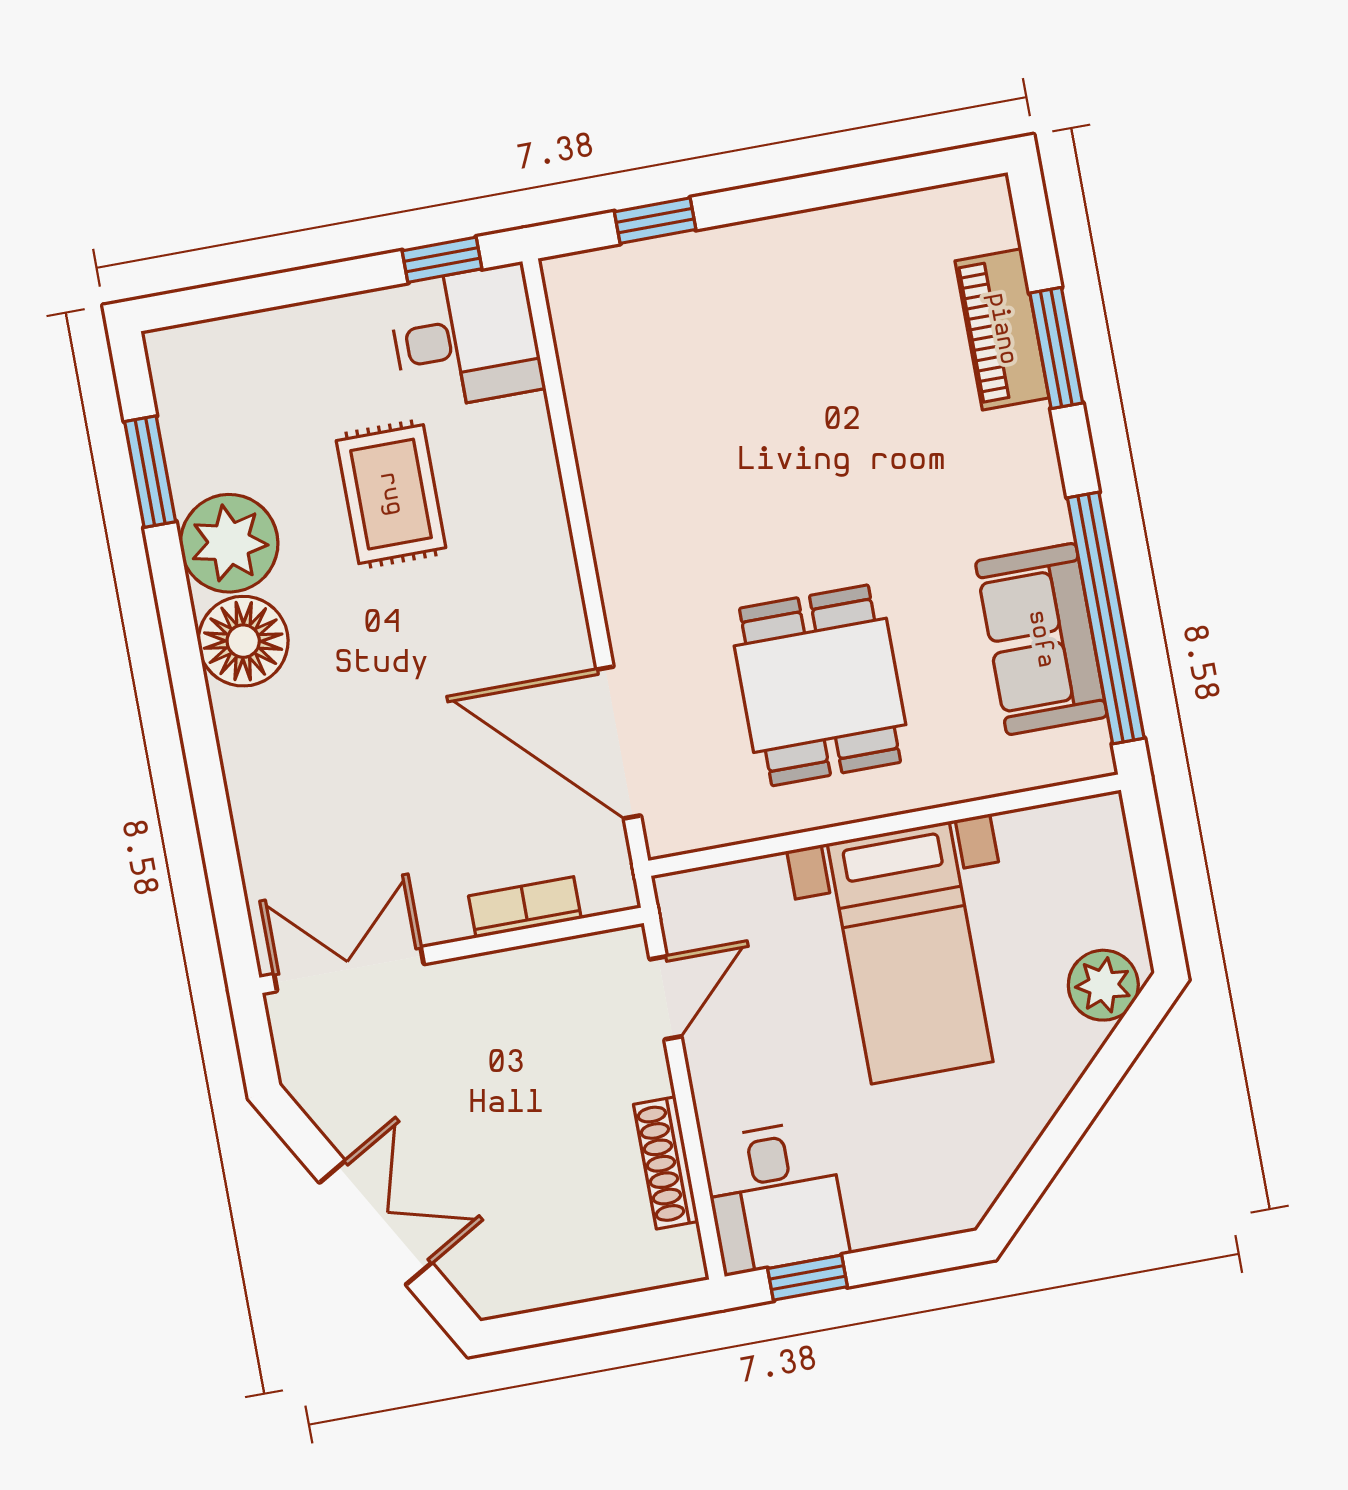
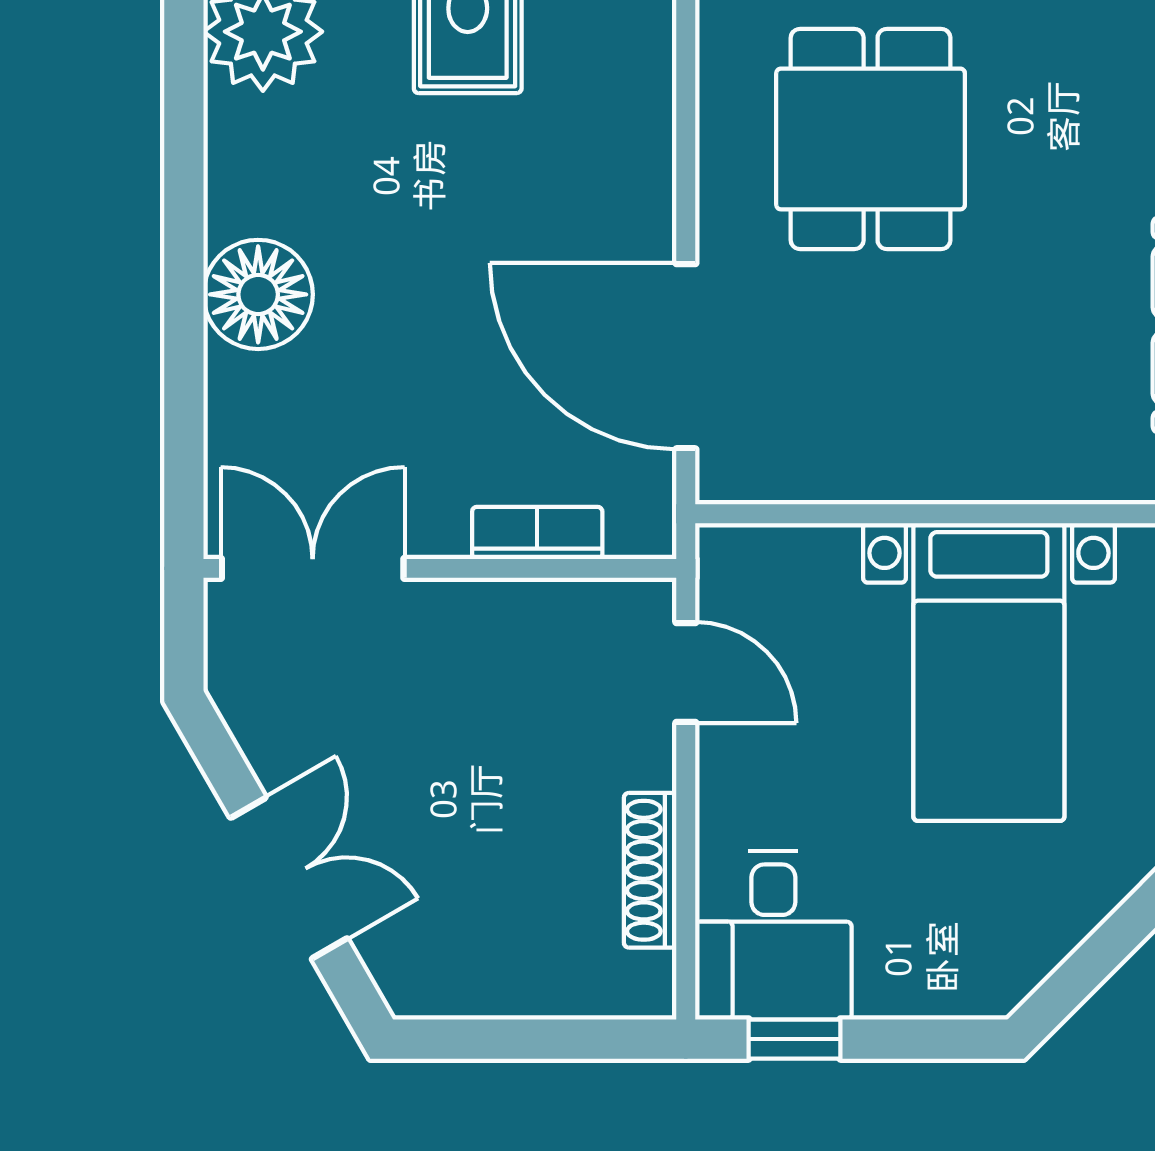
floor lamp: (243, 641) -> (258, 294), moved
dining table: (820, 685) -> (871, 139), moved
door: (666, 998) -> (686, 673), hinge flipped

